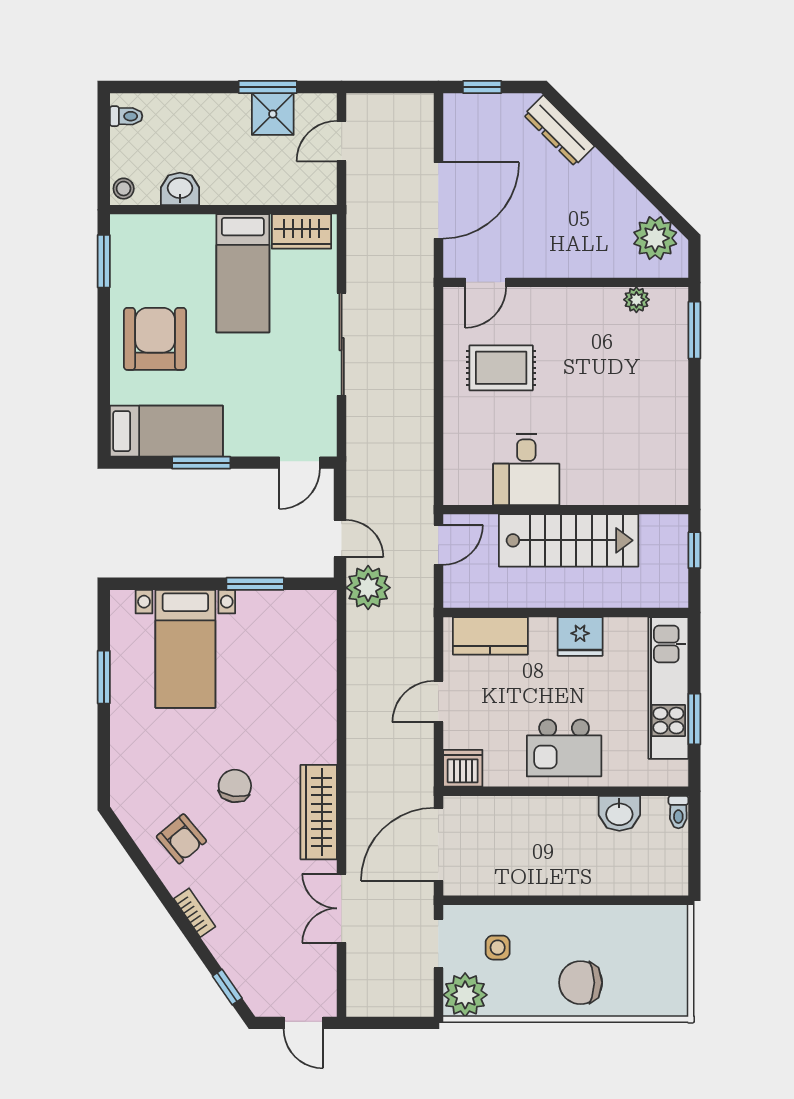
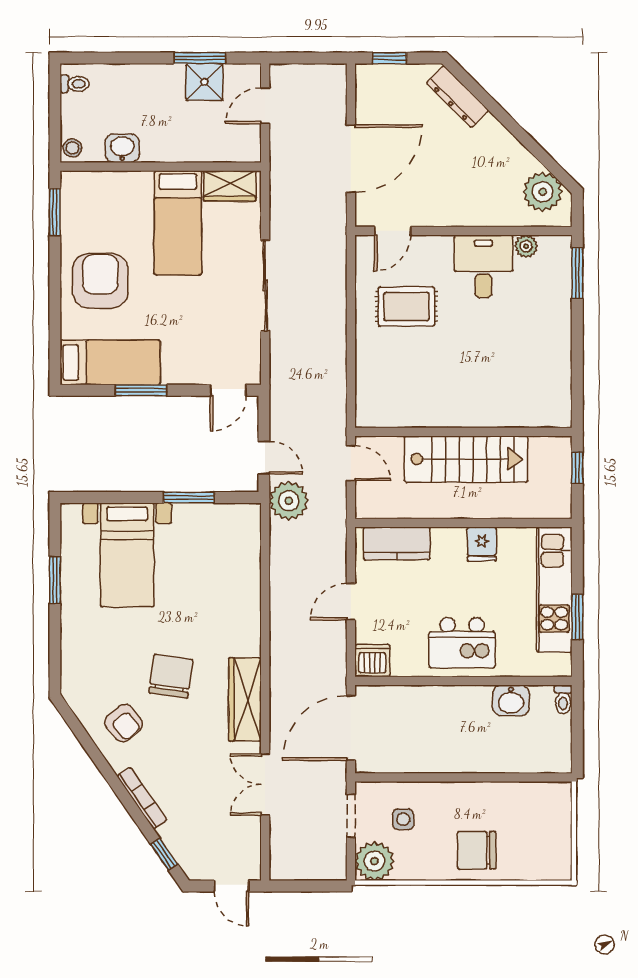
desk: (526, 469) -> (483, 266), moved, turned 180
door: (438, 545) -> (351, 463), hinge flipped
fridge: (580, 636) -> (482, 544), width x0.72
chair: (235, 786) -> (171, 676), width x1.37, depth x1.37
bookcase: (195, 913) -> (142, 798), width x1.56

